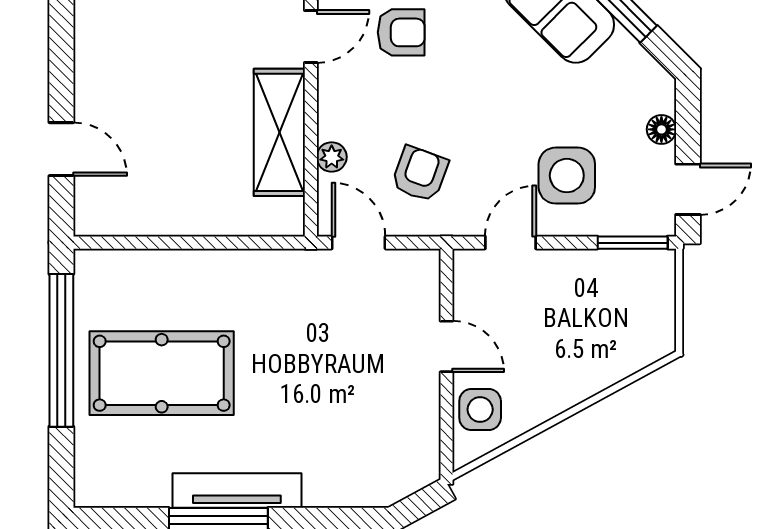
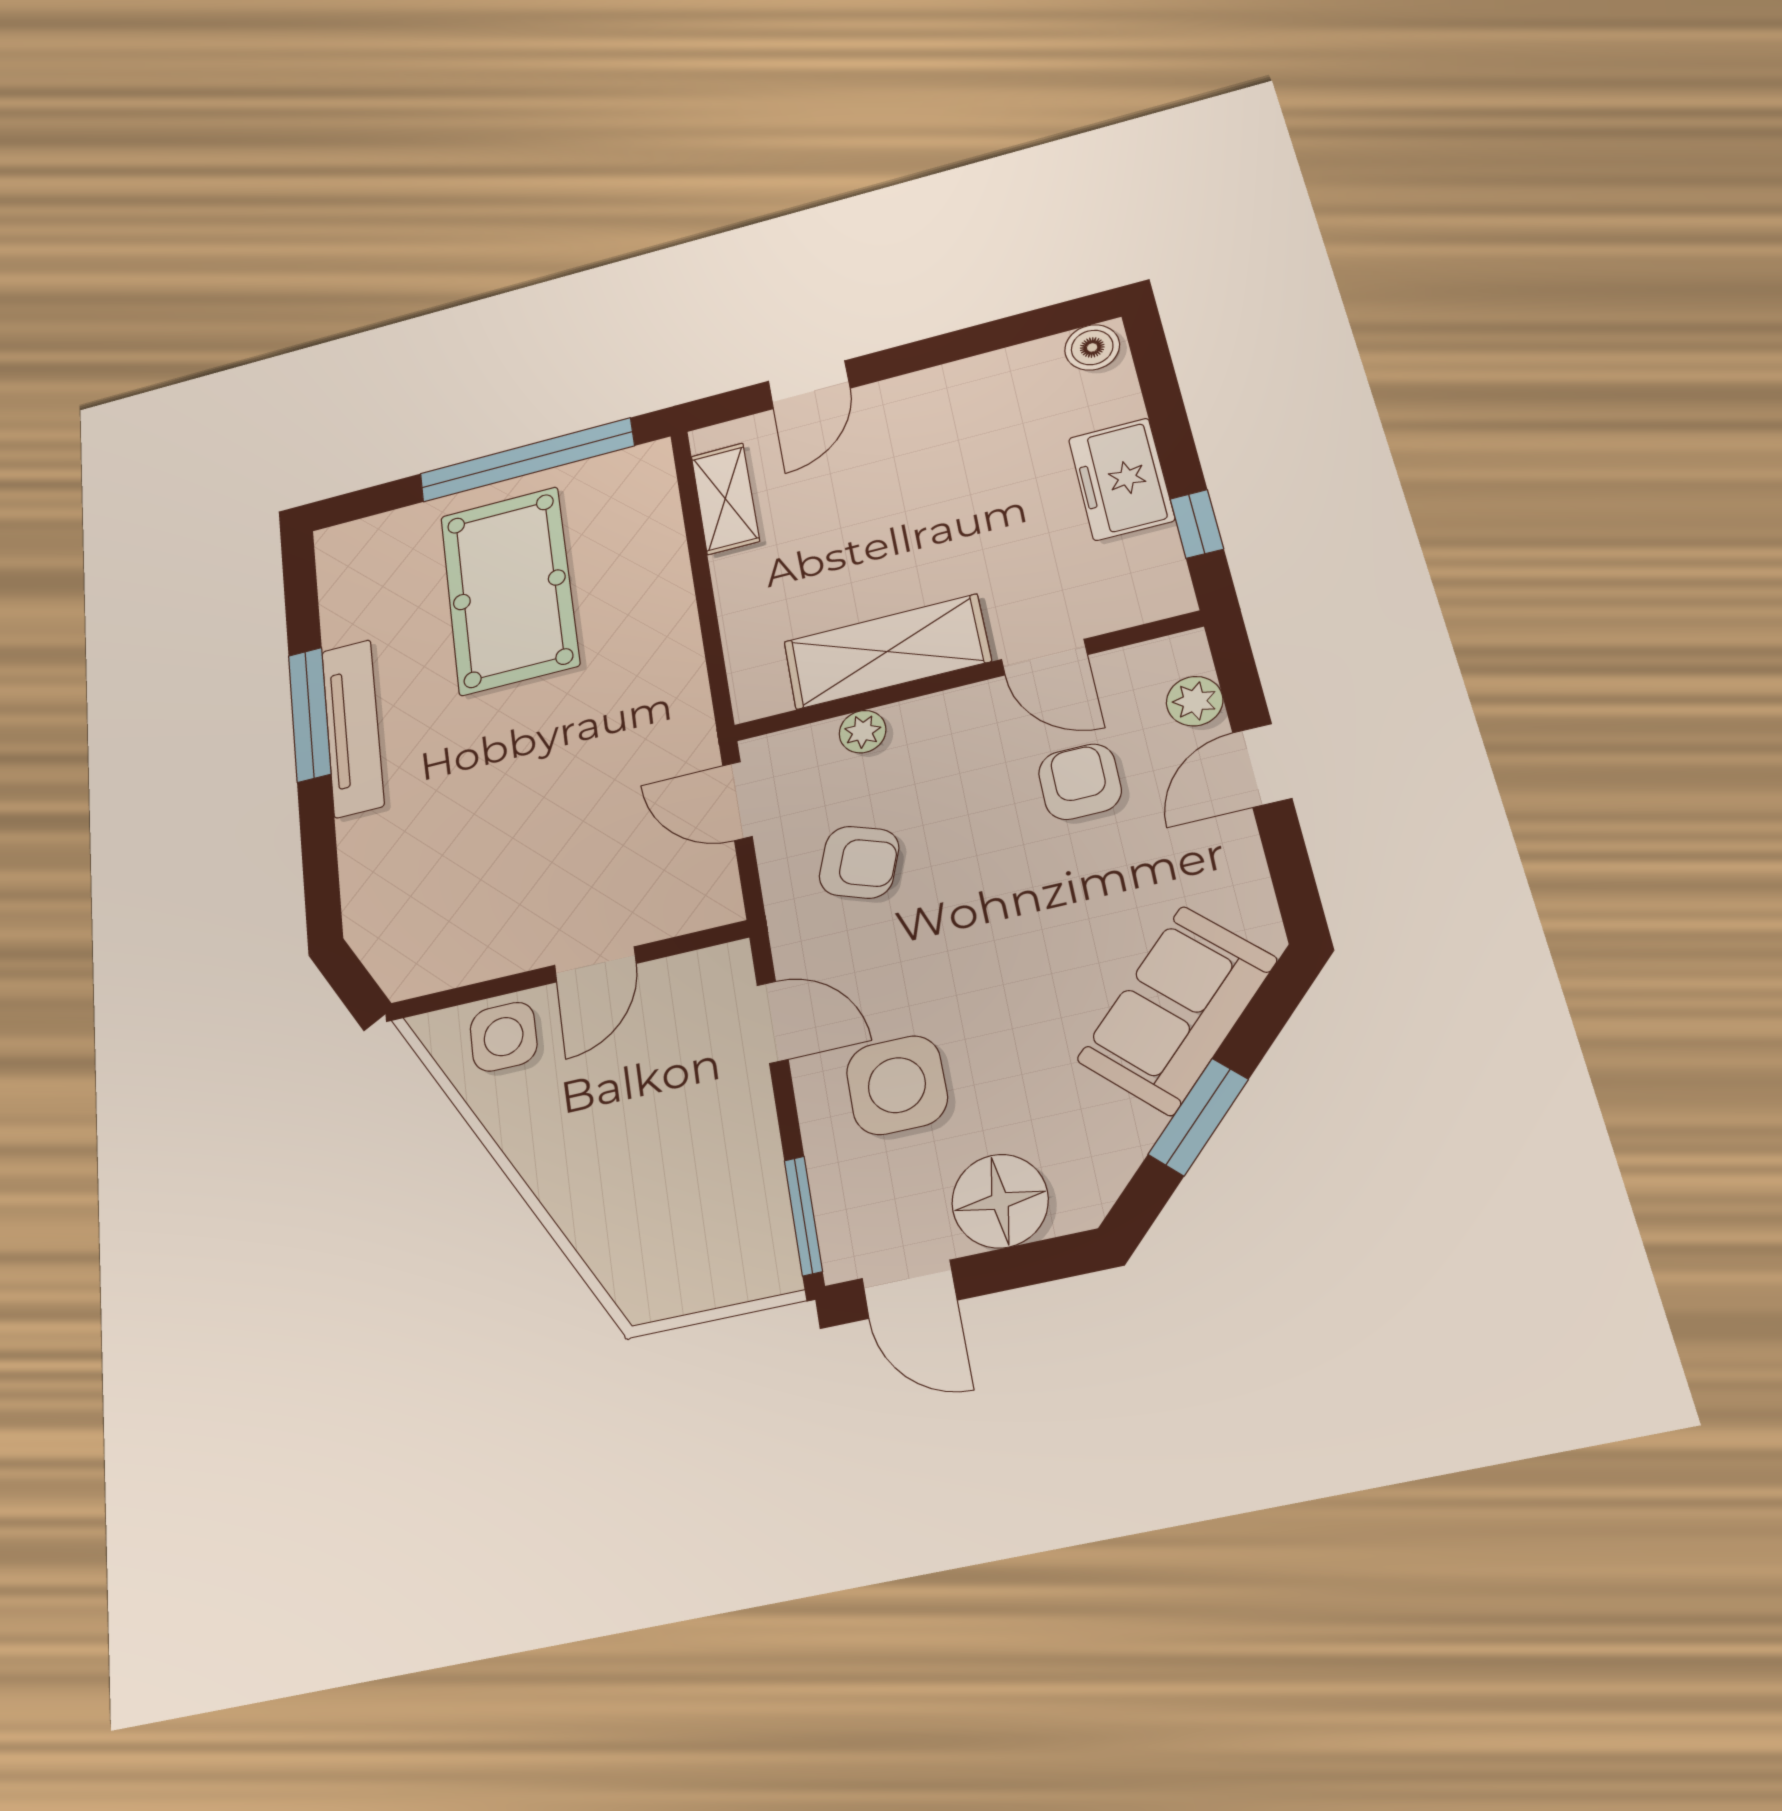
armchair: (401, 32) -> (1080, 782), turned 180
floor lamp: (661, 129) -> (1000, 1201), width x1.89, depth x1.89
shelving: (134, 219) -> (725, 499), added
door: (359, 243) -> (737, 801), swing flipped

